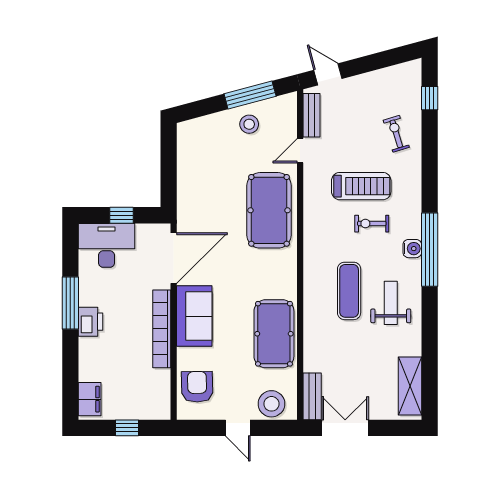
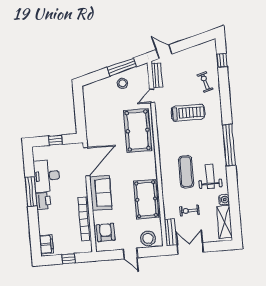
exercise bike: (372, 224) -> (189, 211), moved
desk: (107, 245) -> (47, 176), moved, turned -90
water cooler: (412, 249) -> (224, 200), moved
bookcase: (162, 329) -> (85, 219), moved

